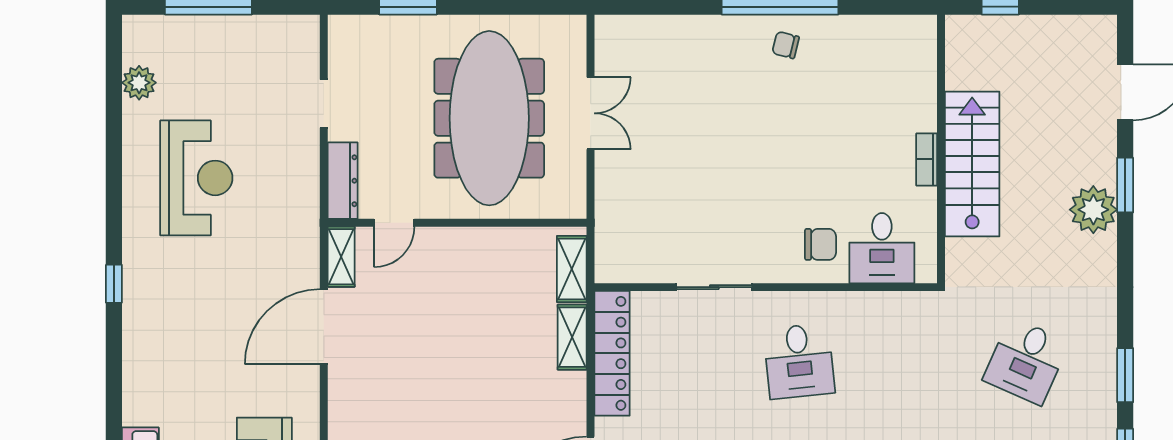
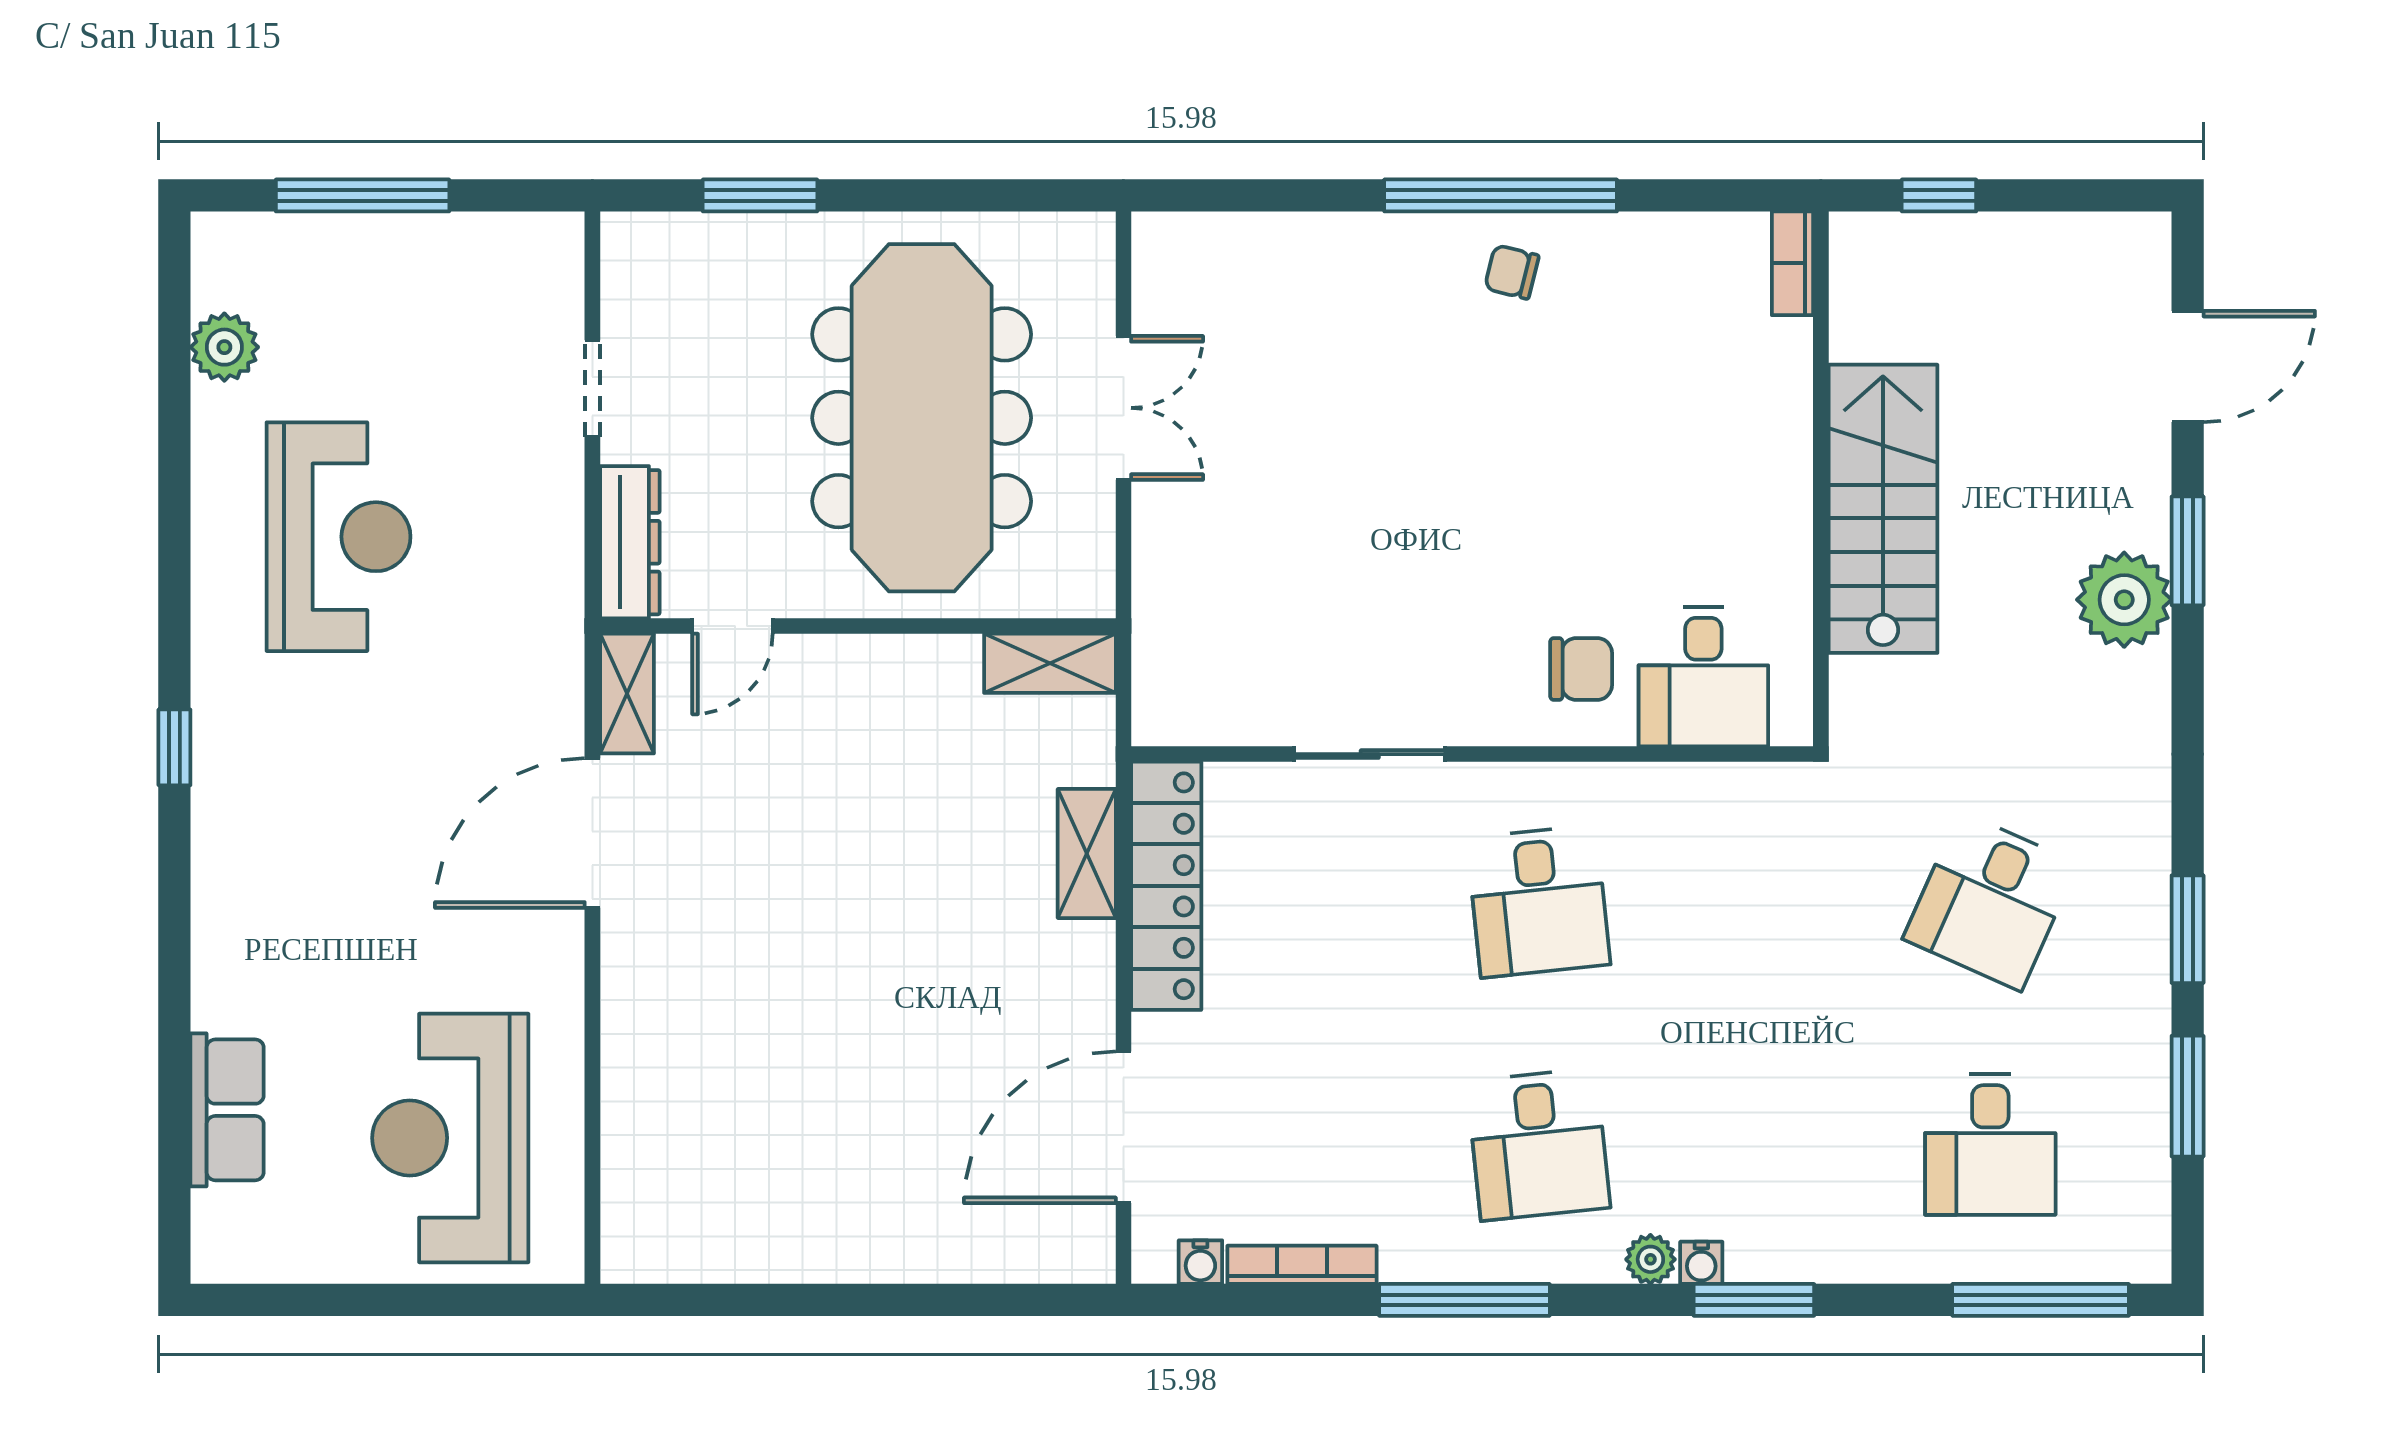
bookcase: (927, 159) -> (1793, 263), moved
shelving: (572, 269) -> (1050, 663), moved, turned 90

